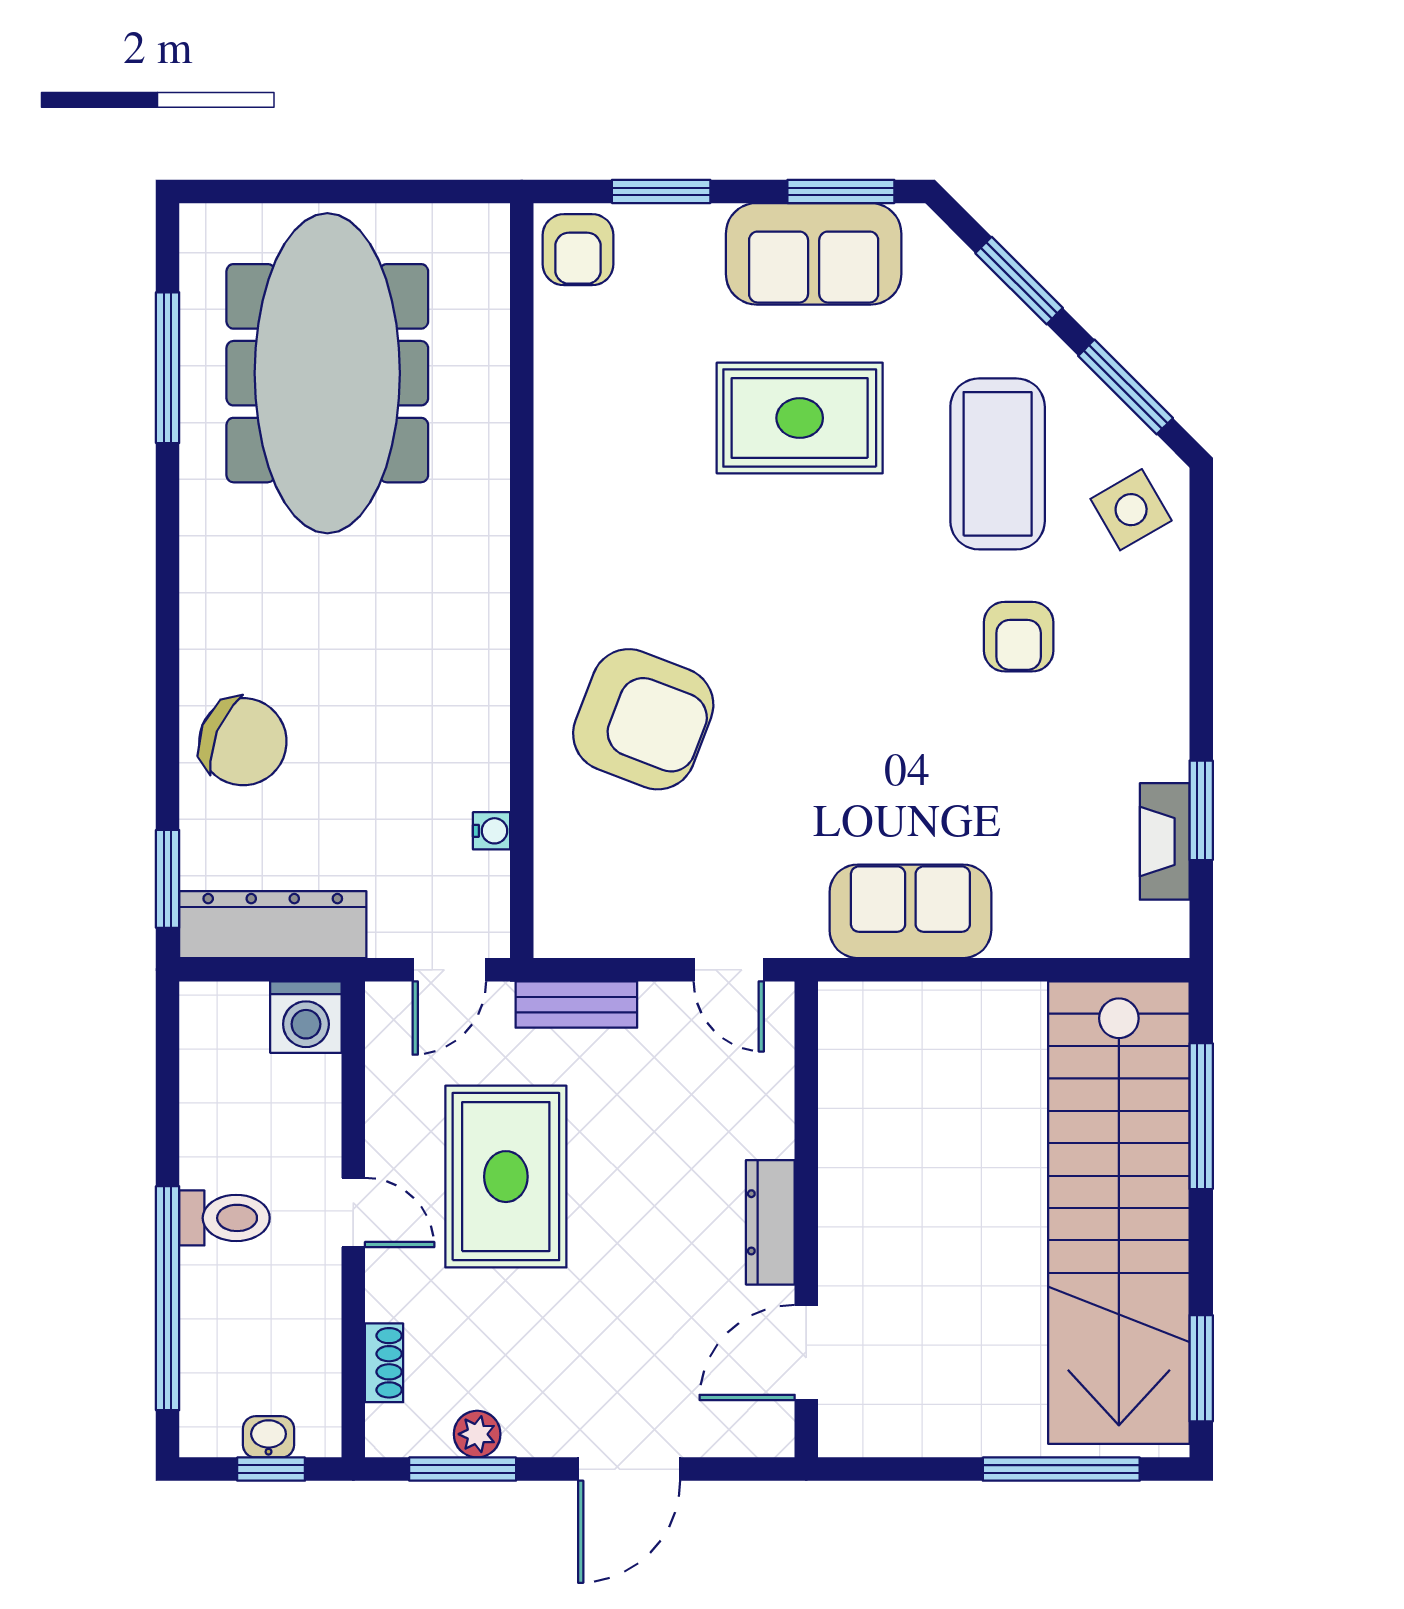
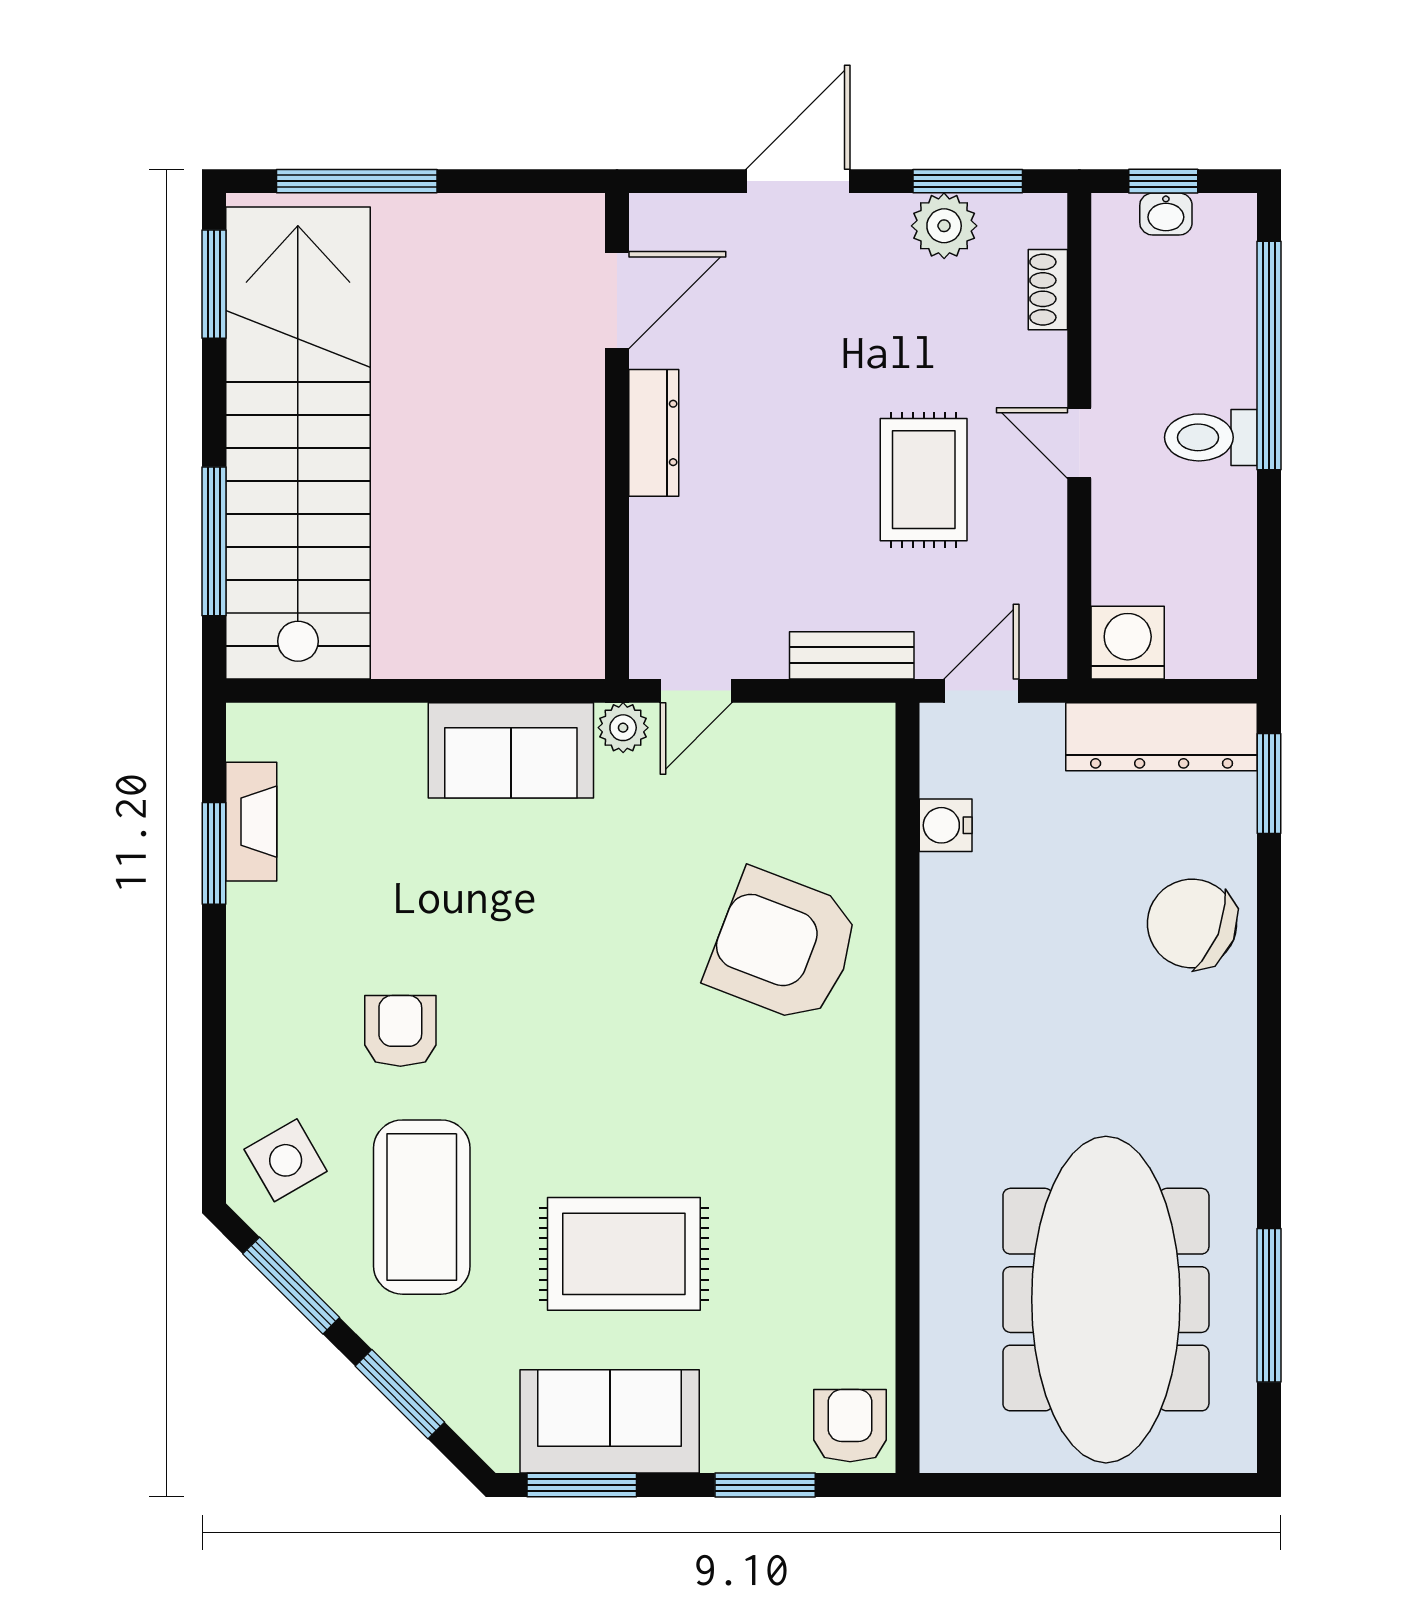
water cooler: (492, 831) -> (946, 825), width x1.38, depth x1.38
plant: (800, 934) -> (623, 728), added
door: (729, 970) -> (696, 691), swing flipped
rug: (506, 1177) -> (924, 480), width x0.73, depth x0.70
plant: (477, 1434) -> (944, 226), width x1.38, depth x1.38

